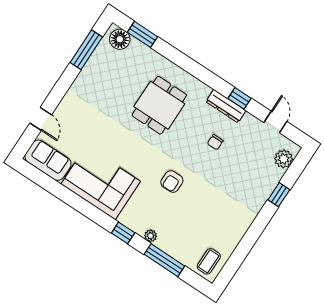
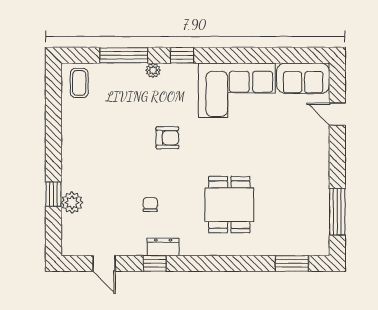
floor lamp: (120, 39) -> (311, 244), removed
dresser: (226, 106) -> (163, 247), width x0.70
plant: (284, 159) -> (72, 203), moved
armchair: (172, 181) -> (167, 138), turned 90

